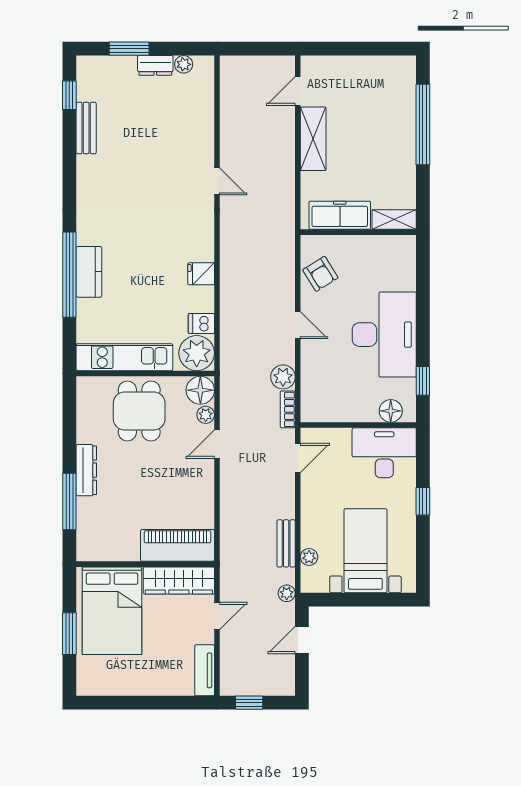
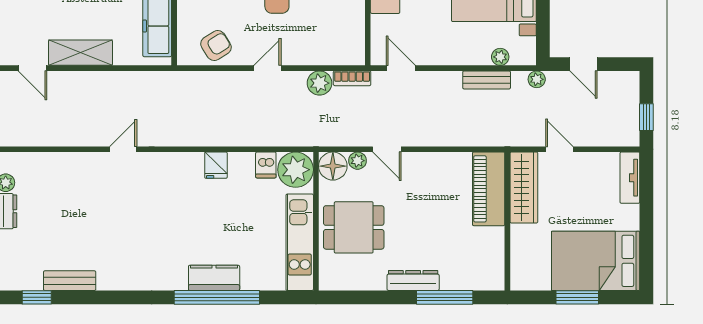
bed: (112, 611) -> (596, 261), moved, turned 180
tv unit: (205, 670) -> (630, 178), moved, turned 90

